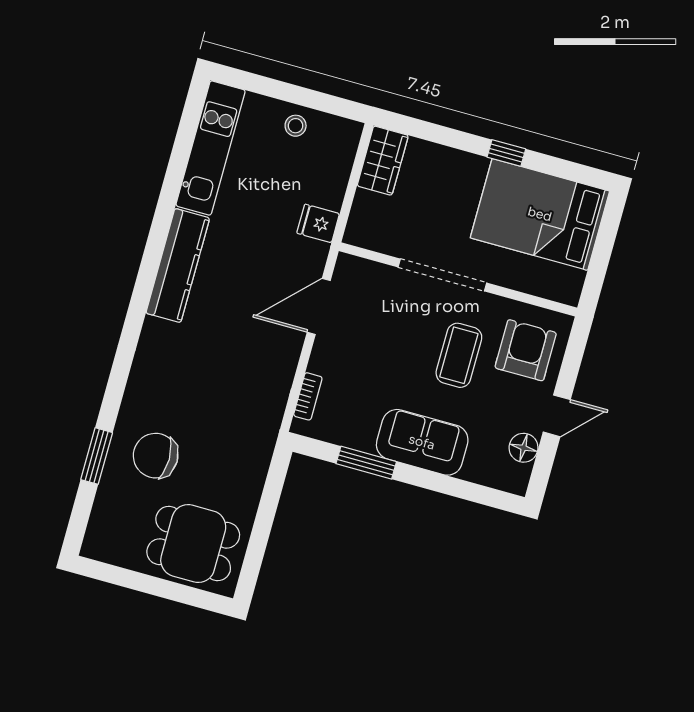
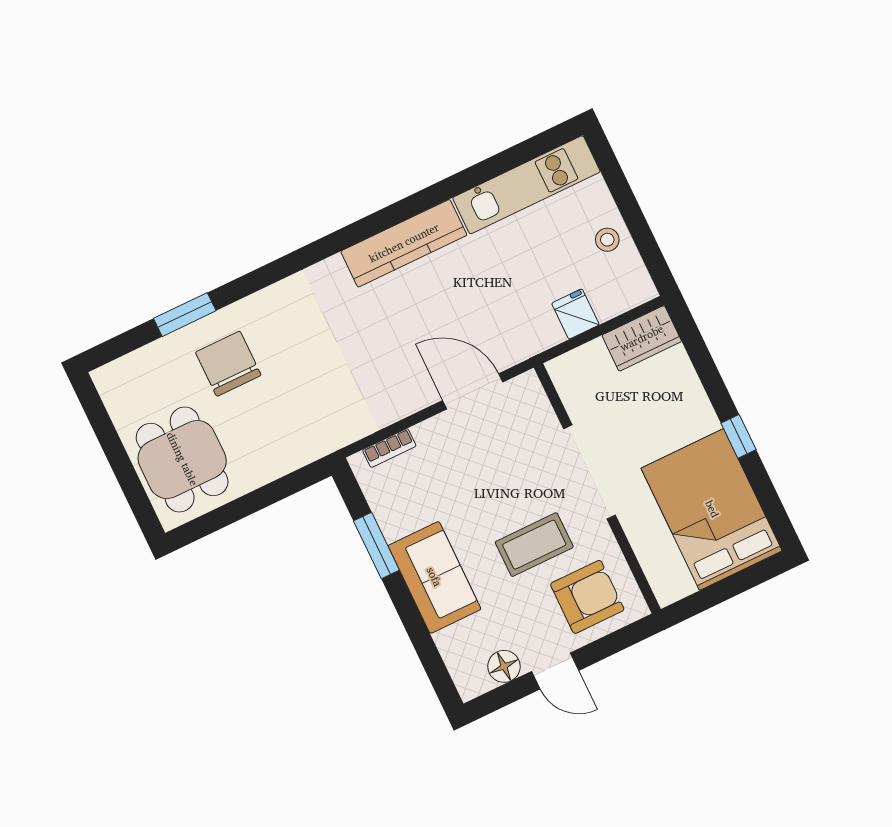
fridge: (318, 223) -> (575, 314), moved

